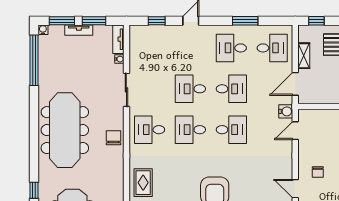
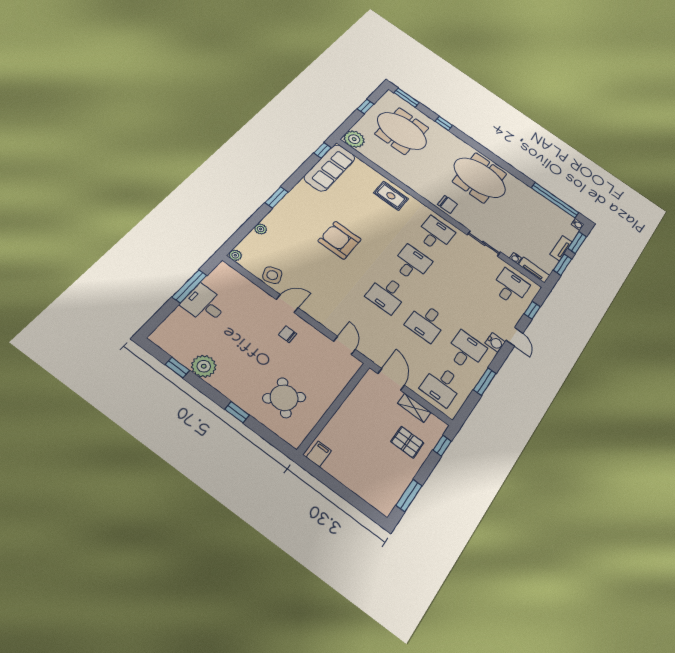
desk: (190, 89) -> (510, 287), moved
water cooler: (286, 111) -> (495, 343), moved, turned -90
meeting table: (65, 130) -> (480, 178), width x0.73

